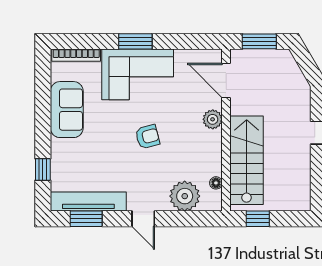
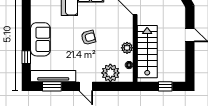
sofa: (67, 110) -> (40, 39), moved
plant: (213, 119) -> (127, 48), moved
window: (258, 219) -> (165, 86), moved

